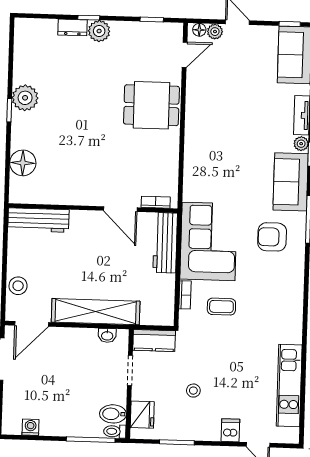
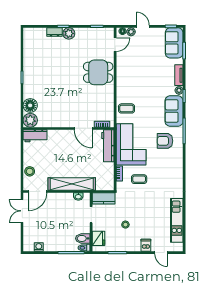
plant: (25, 98) -> (30, 120), moved
coffee table: (202, 174) -> (127, 108), added
workbench: (38, 220) -> (35, 136), width x0.73

